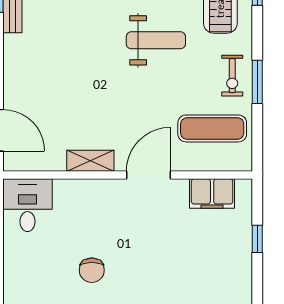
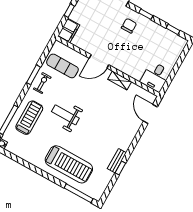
filing cabinet: (212, 194) -> (69, 31), moved, turned 90
chair: (92, 270) -> (129, 26), moved

